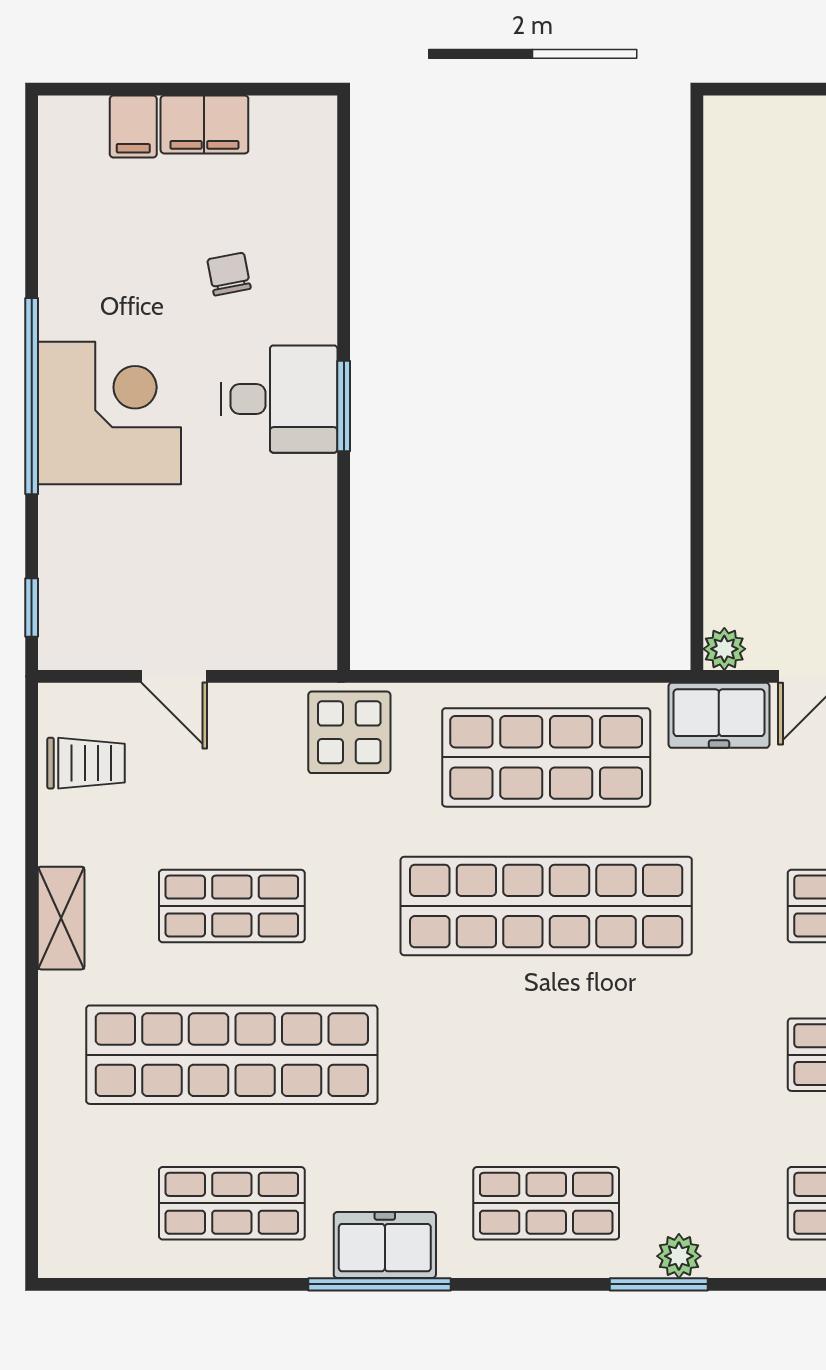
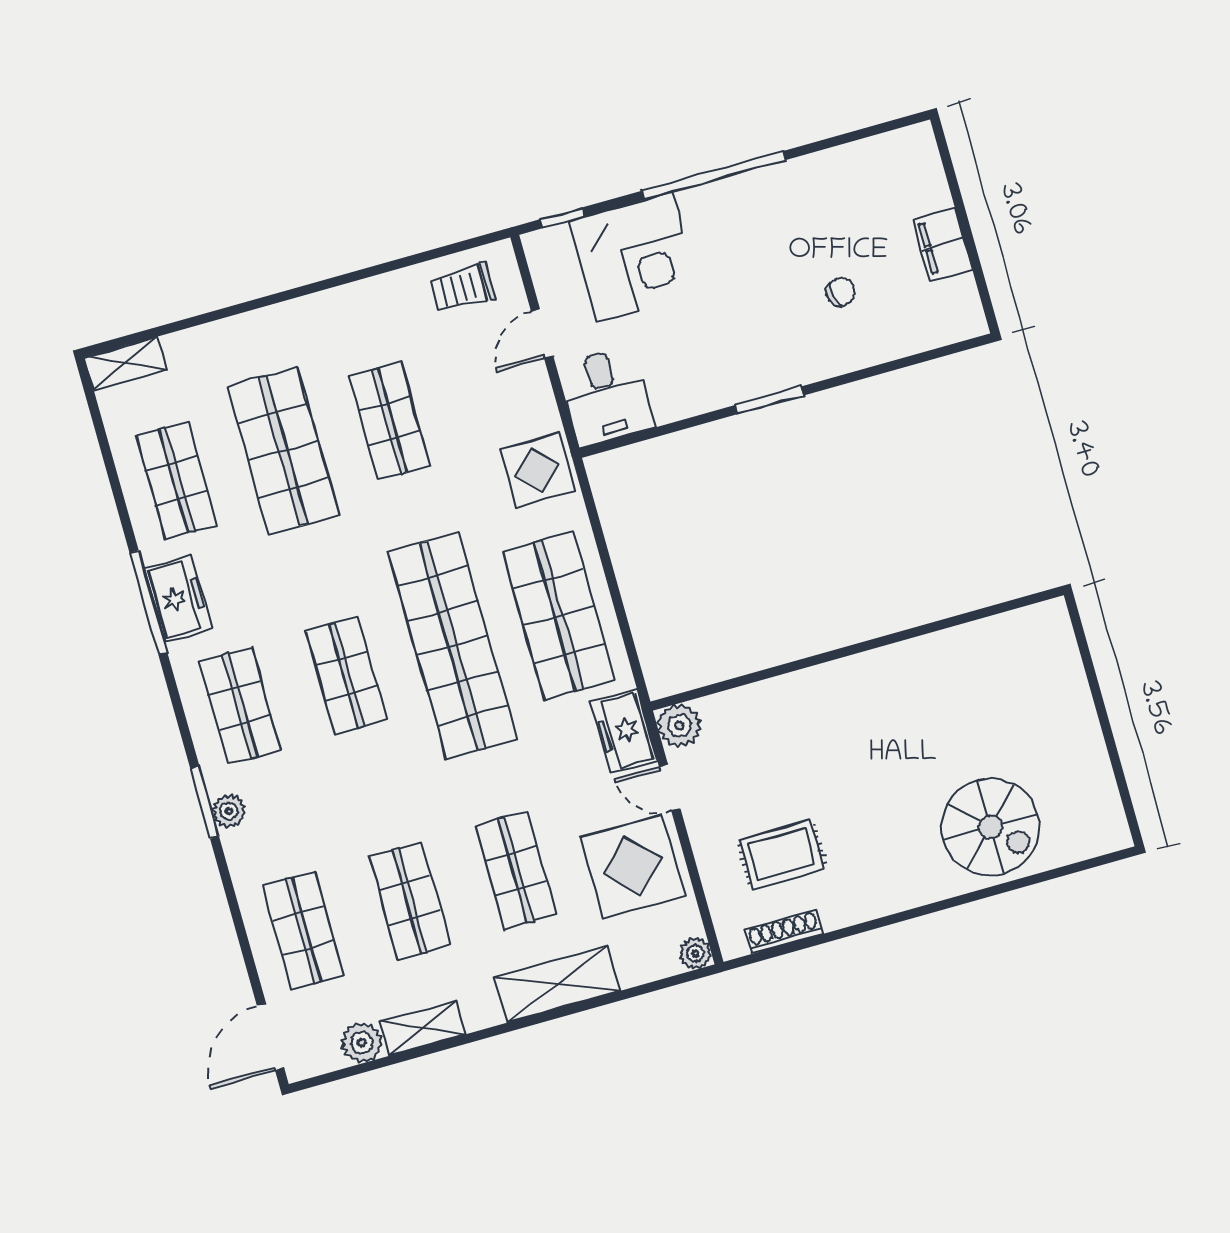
filing cabinet: (133, 126) -> (927, 194), removed
desk: (279, 399) -> (606, 397), moved
corner desk: (109, 413) -> (634, 258), moved
plant: (724, 649) -> (680, 726), width x1.38, depth x1.38
trolley: (86, 763) -> (462, 288), turned 90
shelving: (61, 918) -> (126, 363), moved
shop shelf: (232, 1055) -> (283, 451), width x0.71
shop shelf: (546, 1055) -> (346, 676), added

